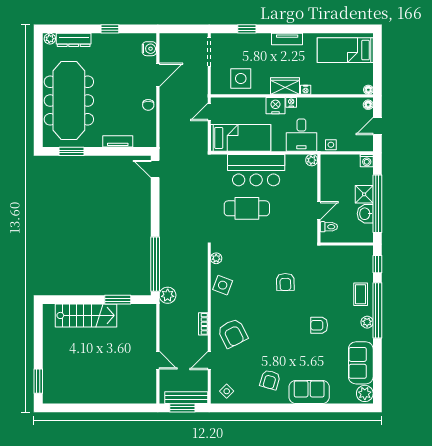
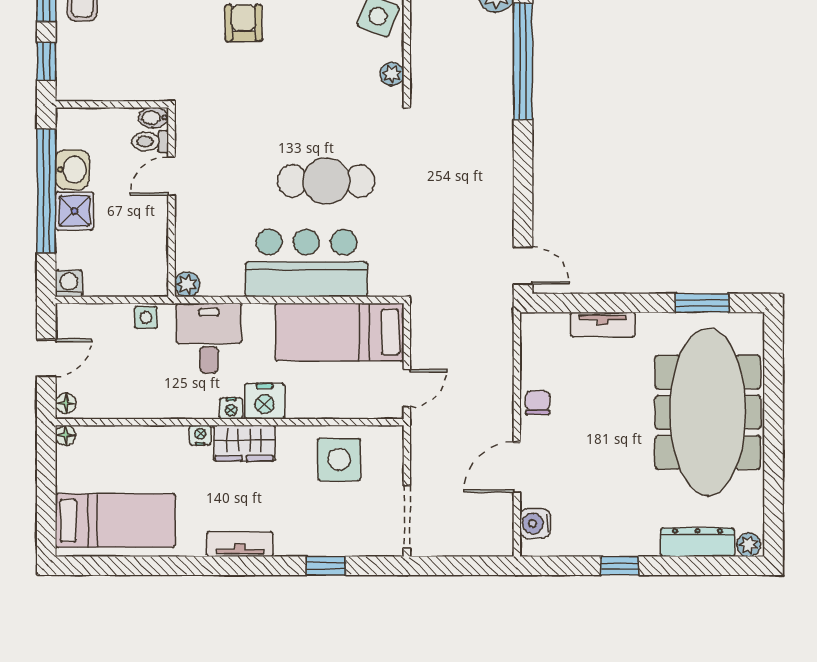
bidet: (327, 238) -> (153, 118), added

